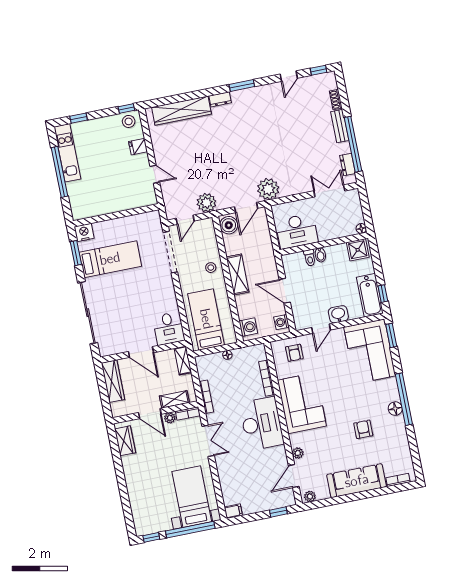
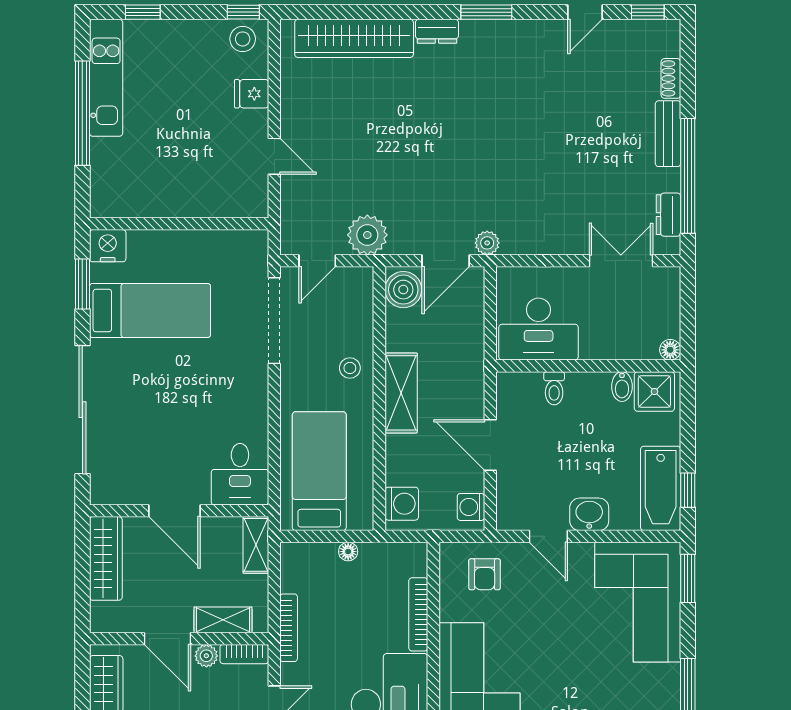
plant: (268, 189) -> (487, 243), width x0.53, depth x0.53
bidet: (320, 255) -> (622, 387), moved
door: (321, 329) -> (548, 536), hinge flipped

